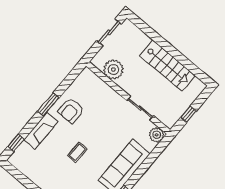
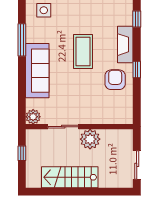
plant: (113, 69) -> (90, 139), moved
window: (48, 105) -> (137, 70), width x0.67
coffee table: (77, 152) -> (83, 52), width x1.86, depth x1.72

